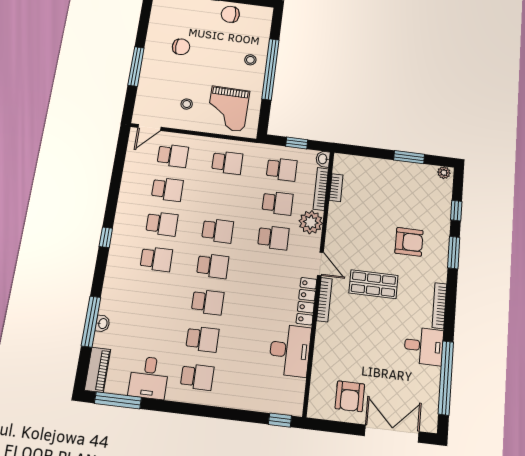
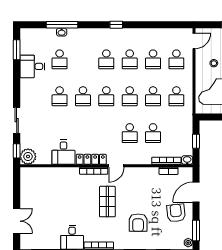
door: (149, 127) -> (194, 41), swing flipped
door: (371, 152) -> (196, 192), added
window: (409, 157) -> (196, 231), moved
school desk: (282, 169) -> (153, 96), moved
plant: (311, 222) -> (28, 156), moved
desk: (290, 350) -> (63, 152), width x0.73
piano: (98, 370) -> (33, 34), removed
school desk: (197, 377) -> (60, 59), moved
armchair: (350, 396) -> (176, 213), moved, turned 84
window: (118, 400) -> (17, 50), width x0.69
sliding door: (231, 414) -> (17, 120), added
double door: (392, 434) -> (17, 221), width x0.73

